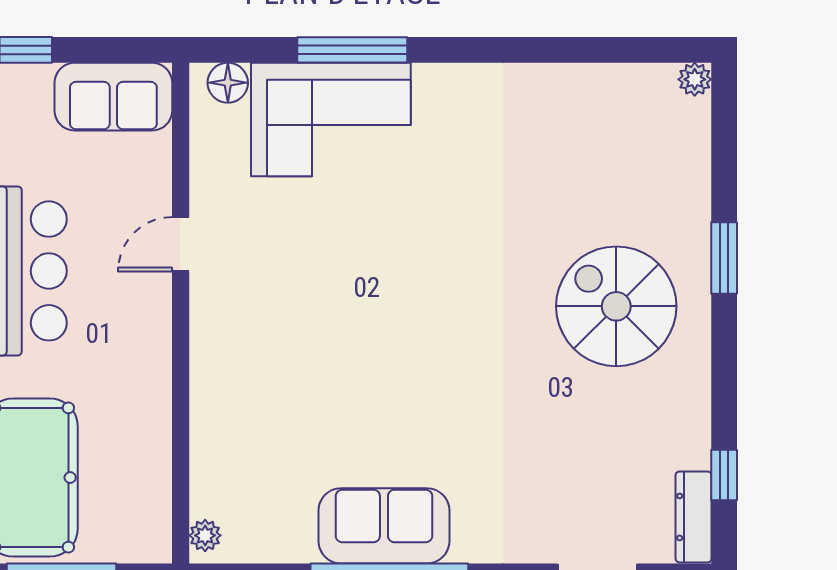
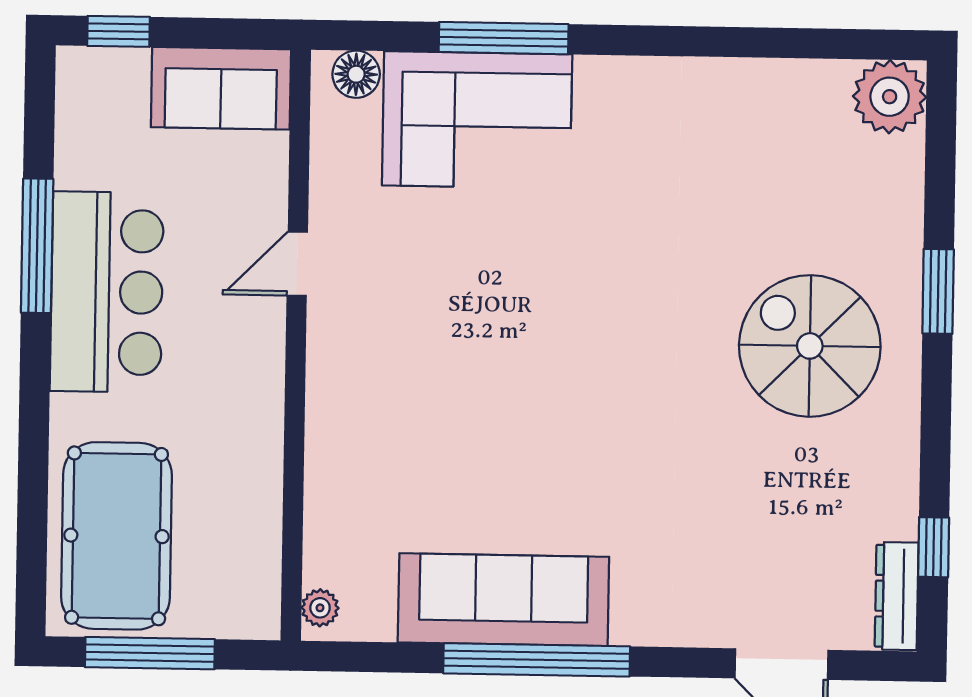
plant: (695, 79) -> (890, 97), width x1.88, depth x1.88
sofa: (384, 526) -> (503, 600), width x1.36

